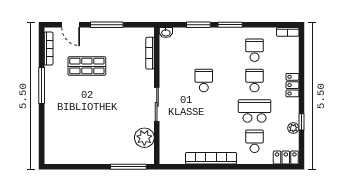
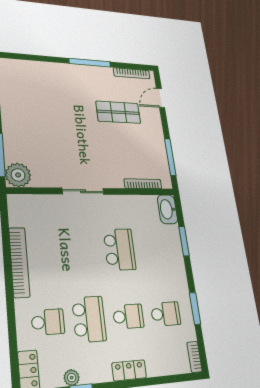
window: (107, 25) -> (170, 157), moved
window: (230, 25) -> (195, 308), moved
washbasin: (166, 33) -> (167, 209), width x1.91, depth x1.45
shop shelf: (87, 66) -> (118, 112), turned 90
school desk: (204, 81) -> (120, 249), width x1.85
plant: (144, 138) -> (18, 175), moved

